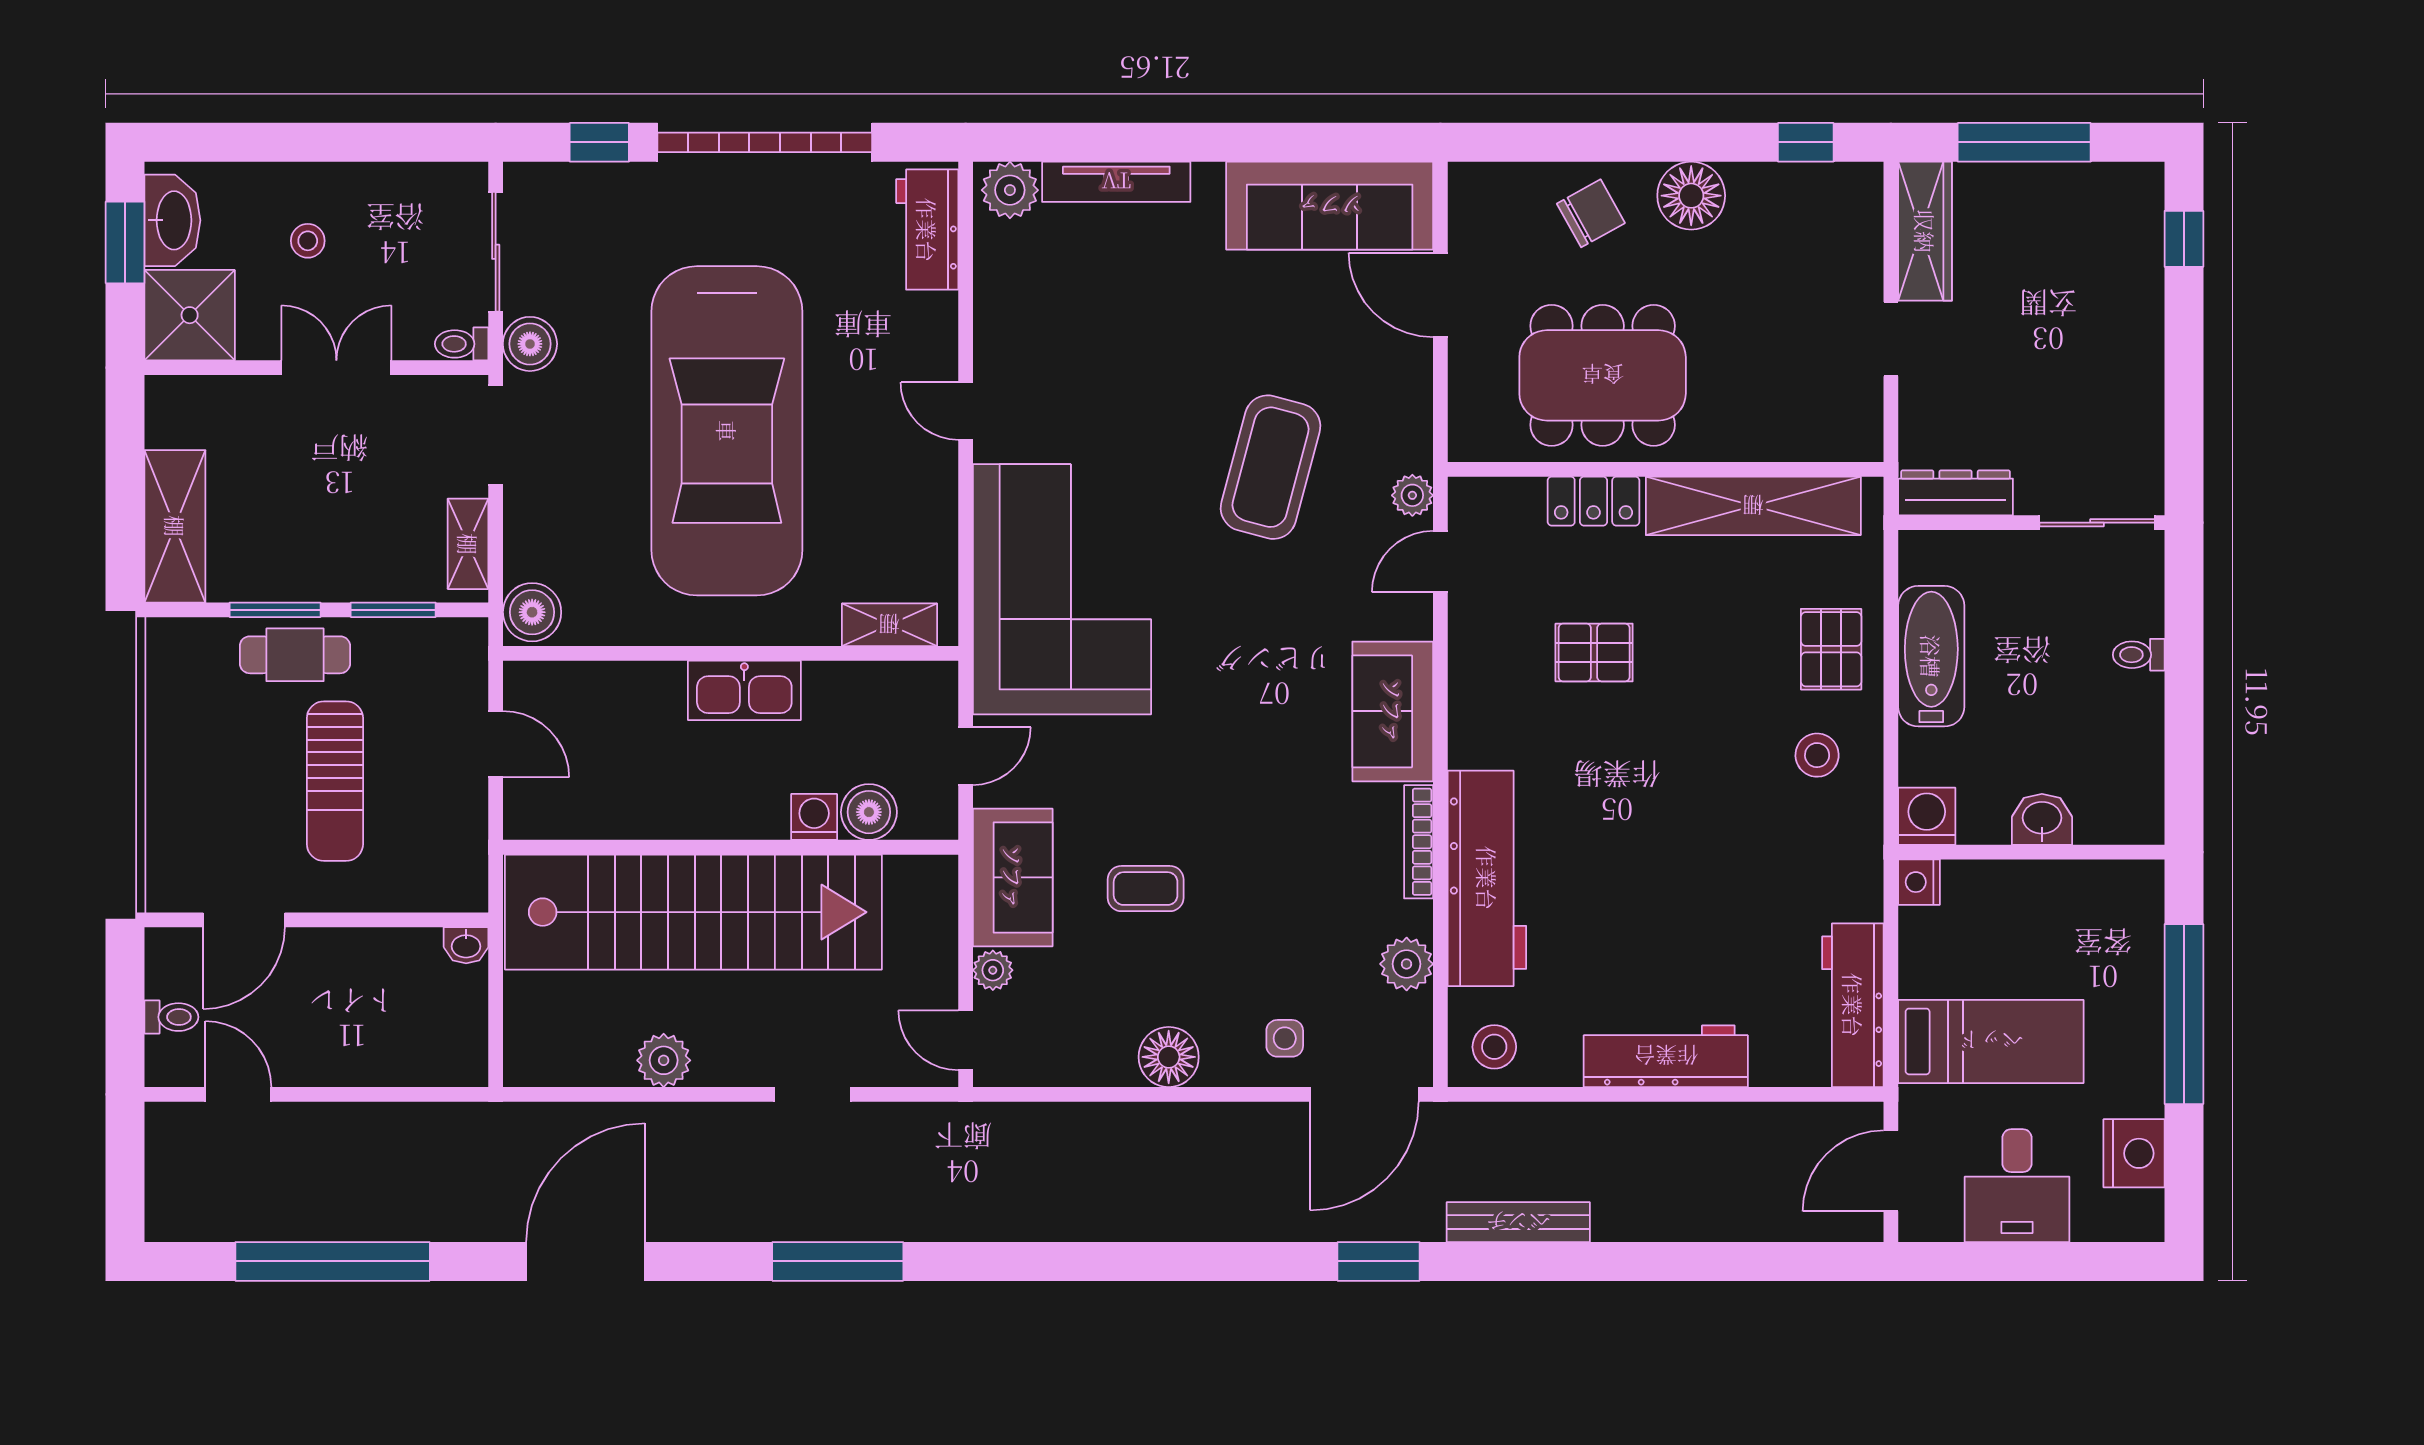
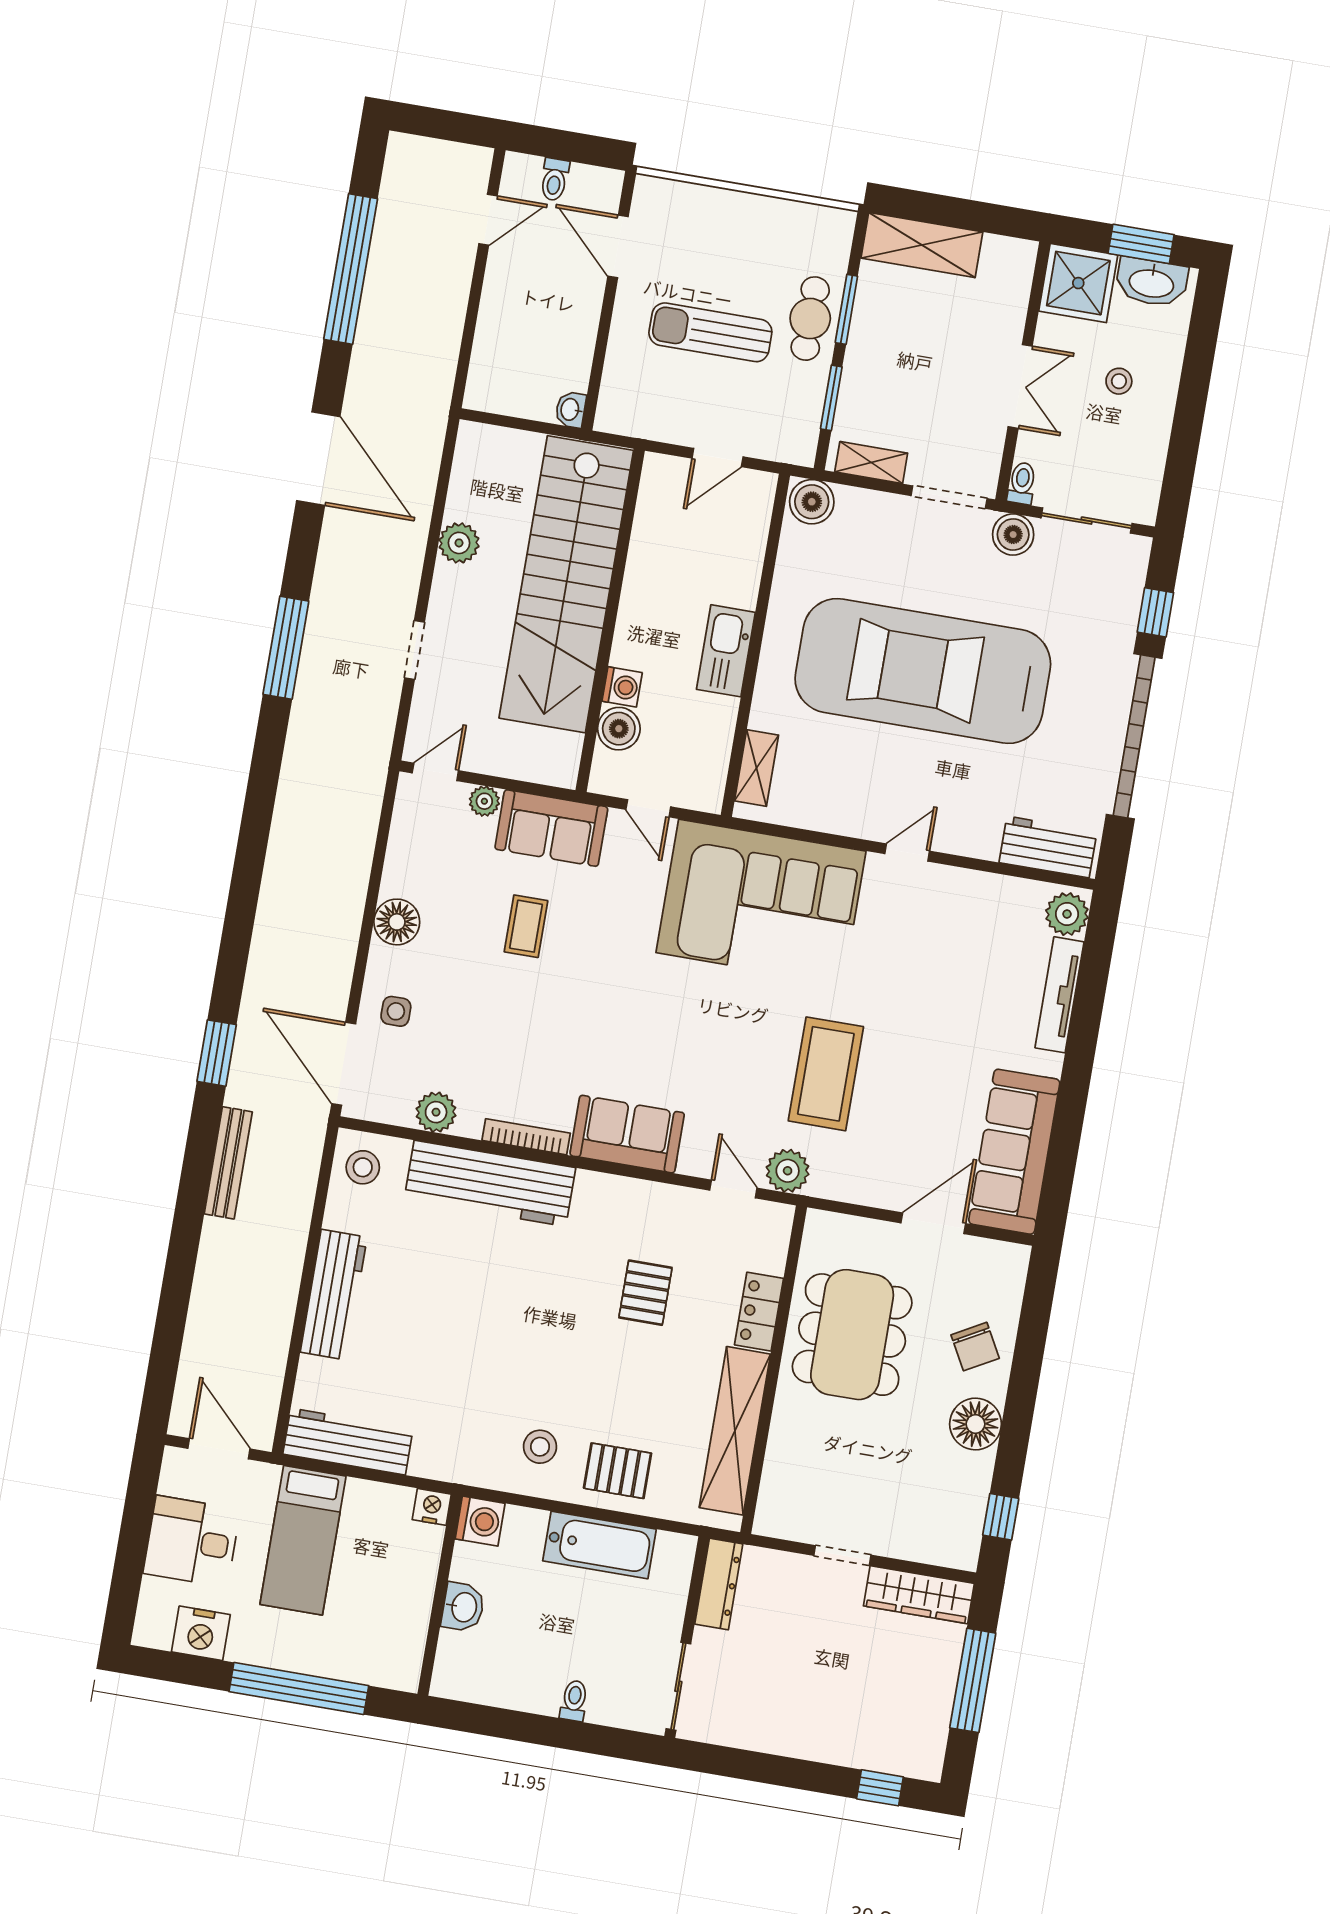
coffee table: (1271, 467) -> (826, 1074), turned 75
plant: (1412, 495) -> (788, 1171), width x1.38, depth x1.38

